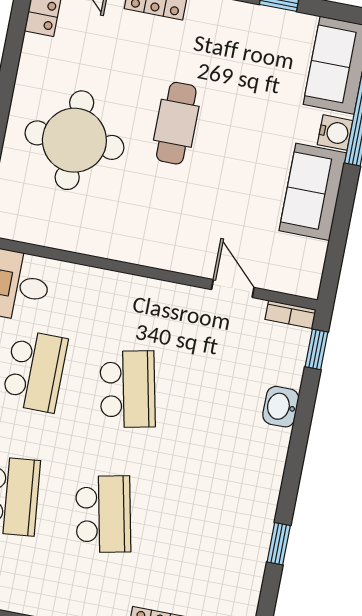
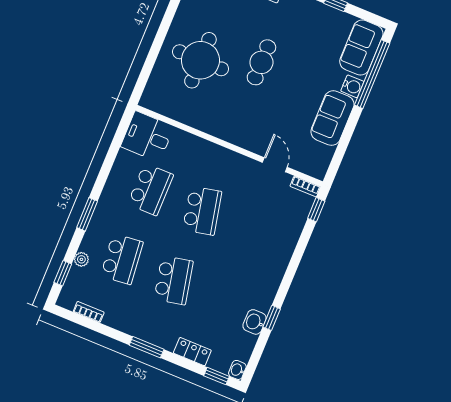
washbasin: (281, 407) -> (255, 322), moved

